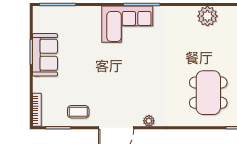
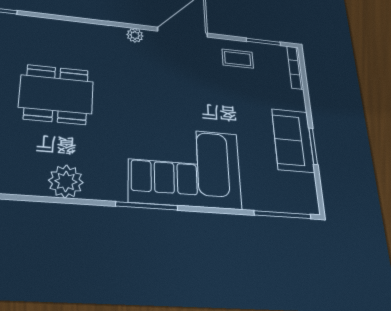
plant: (207, 16) -> (66, 181), moved
corner sofa: (127, 24) -> (185, 167), width x1.36, depth x1.36
dining table: (208, 93) -> (56, 94), moved, turned 90

